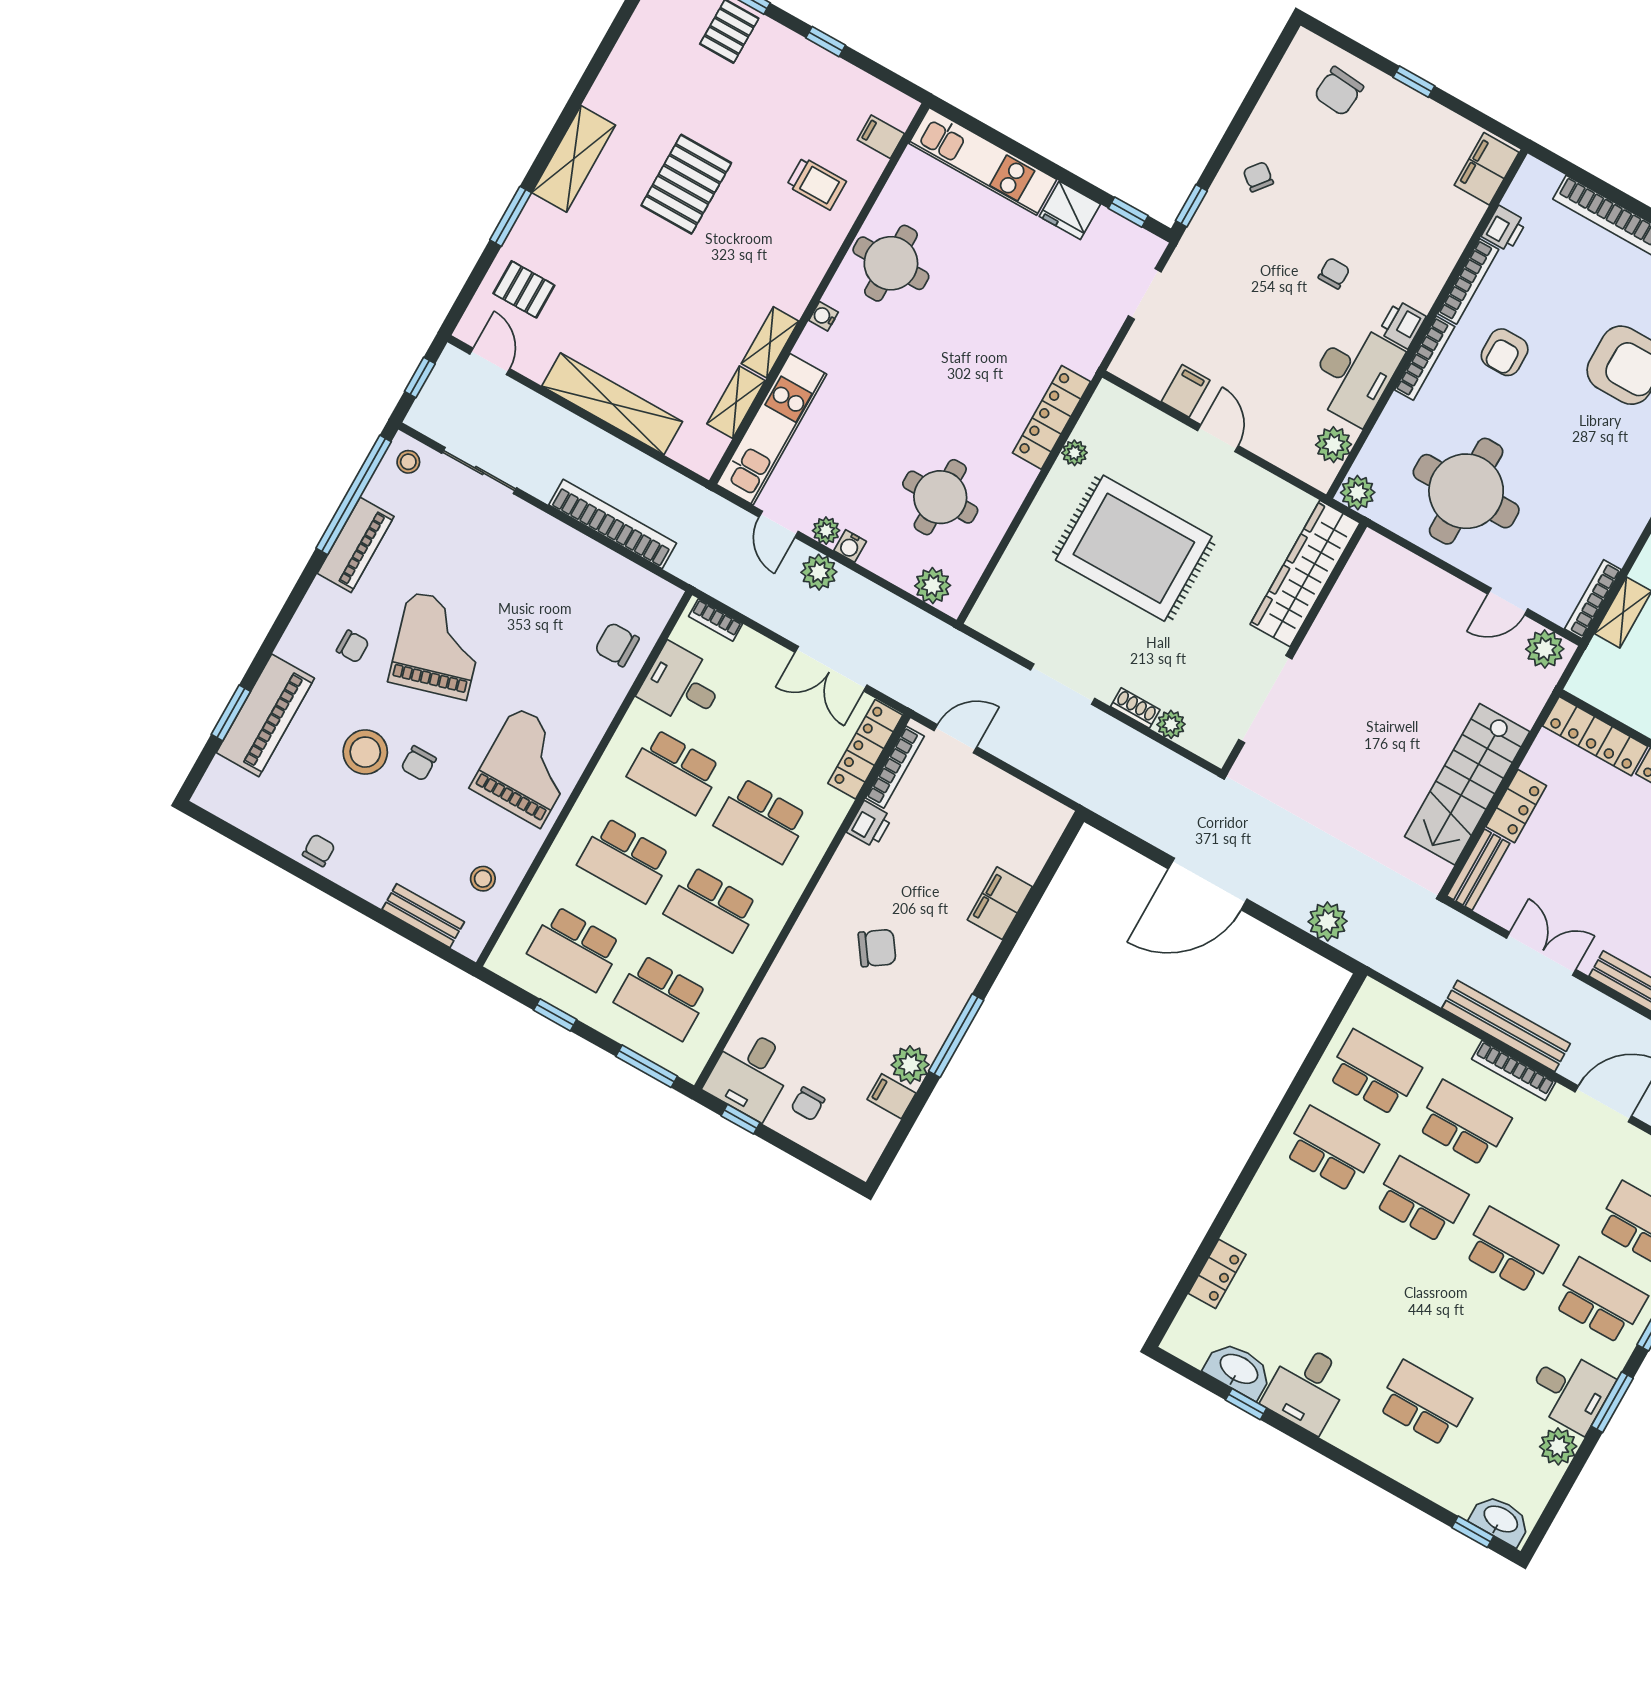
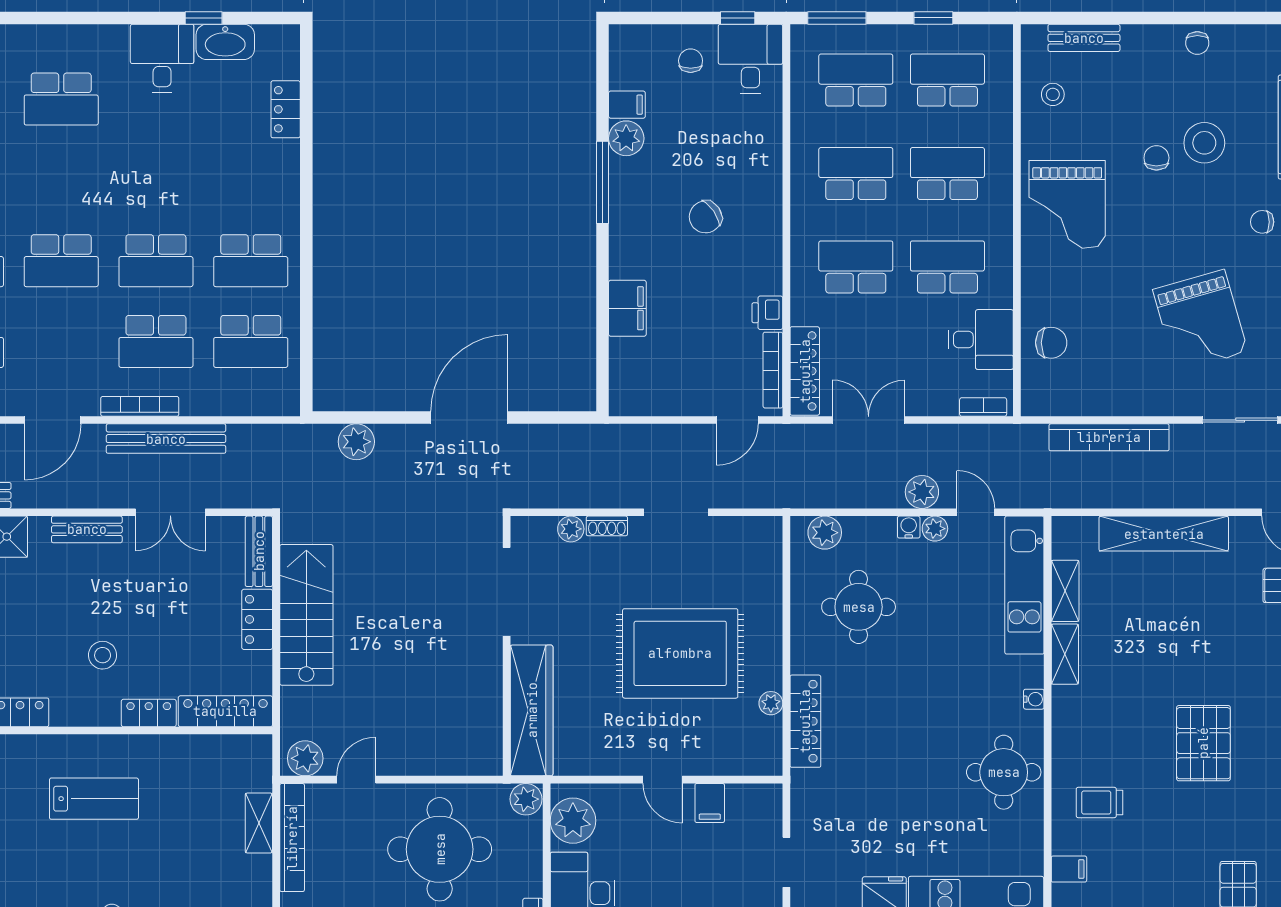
plant: (1334, 445) -> (573, 821), width x1.36, depth x1.36
bookcase: (1593, 599) -> (292, 838), width x1.48, depth x1.31
grand piano: (438, 646) -> (1200, 321), moved

